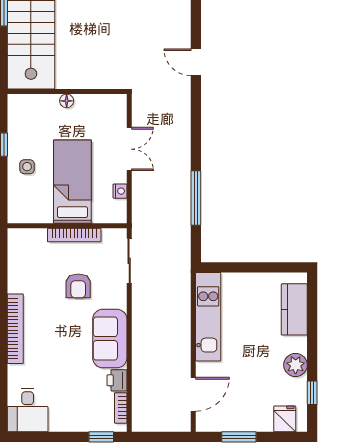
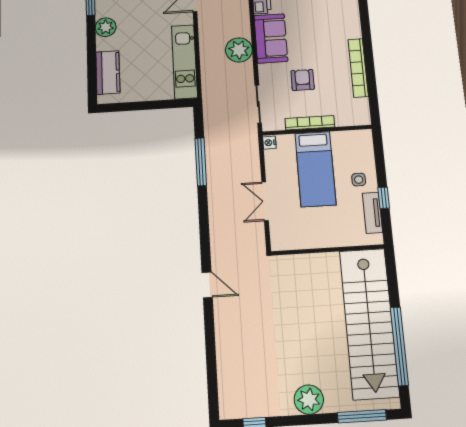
floor lamp: (67, 101) -> (327, 241), removed
tv unit: (16, 129) -> (372, 213), added
nightstand: (120, 191) -> (269, 143), moved
plant: (147, 327) -> (239, 50), added
bookcase: (15, 329) -> (358, 68), moved

